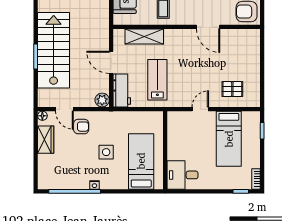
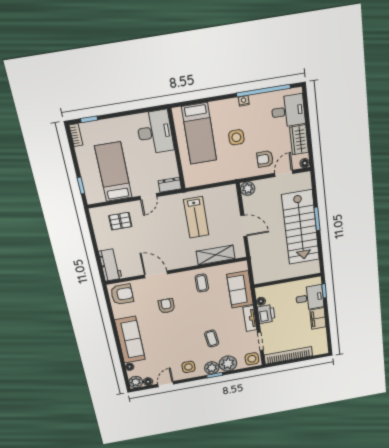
workbench: (122, 90) -> (110, 265), moved, turned 180
door: (64, 109) -> (284, 173), hinge flipped
dresser: (178, 117) -> (170, 185), added
desk: (53, 169) -> (288, 111), added
desk: (183, 175) -> (155, 132), width x1.37

